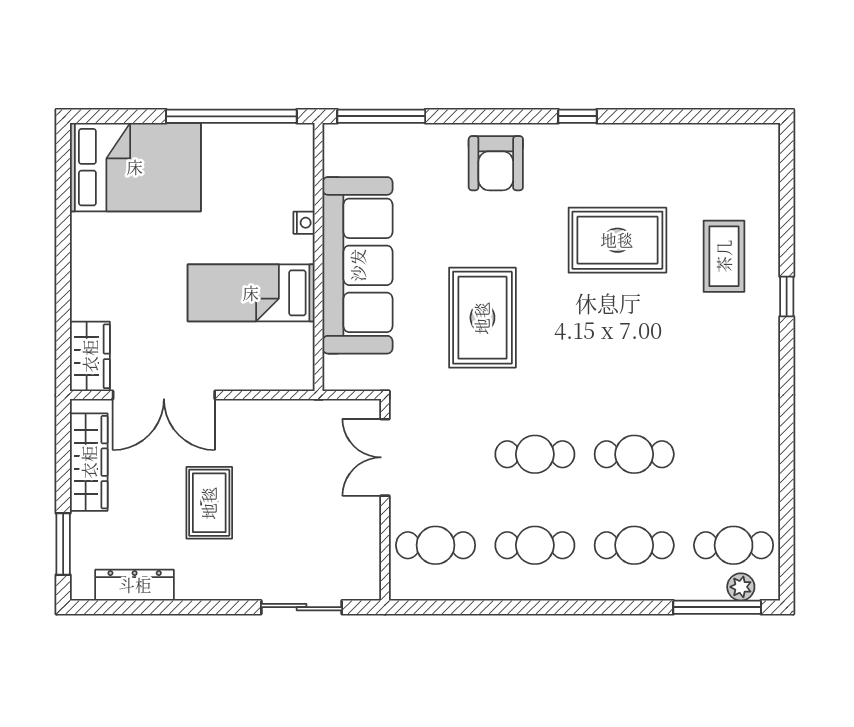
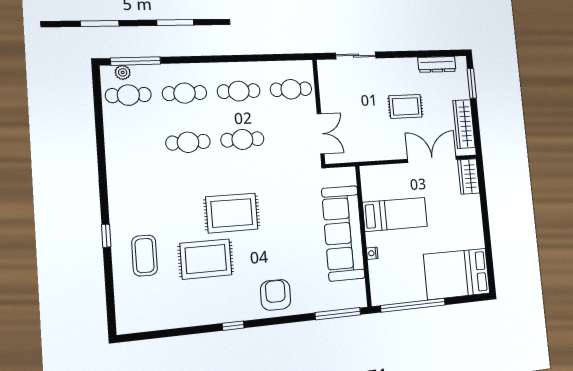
rug: (482, 318) -> (232, 213), moved, turned 90
rug: (209, 503) -> (405, 106), turned 90

